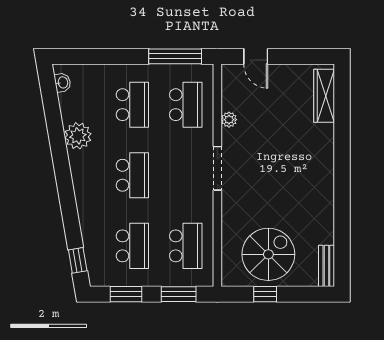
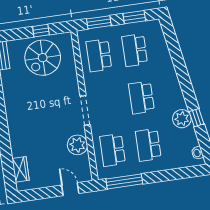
wardrobe: (324, 96) -> (21, 169), width x0.67
plant: (229, 120) -> (77, 145), width x1.88, depth x1.88
window: (78, 260) -> (196, 118), moved

